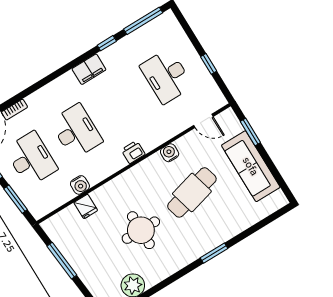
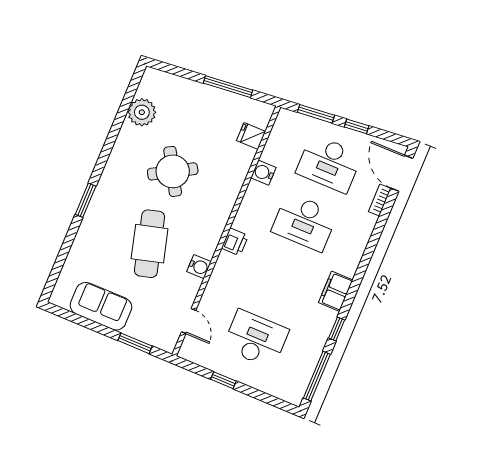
door: (203, 121) -> (189, 321), swing flipped
sofa: (251, 166) -> (101, 306), width x0.73
fridge: (86, 206) -> (251, 136), moved
round table: (141, 230) -> (173, 171), turned -30

